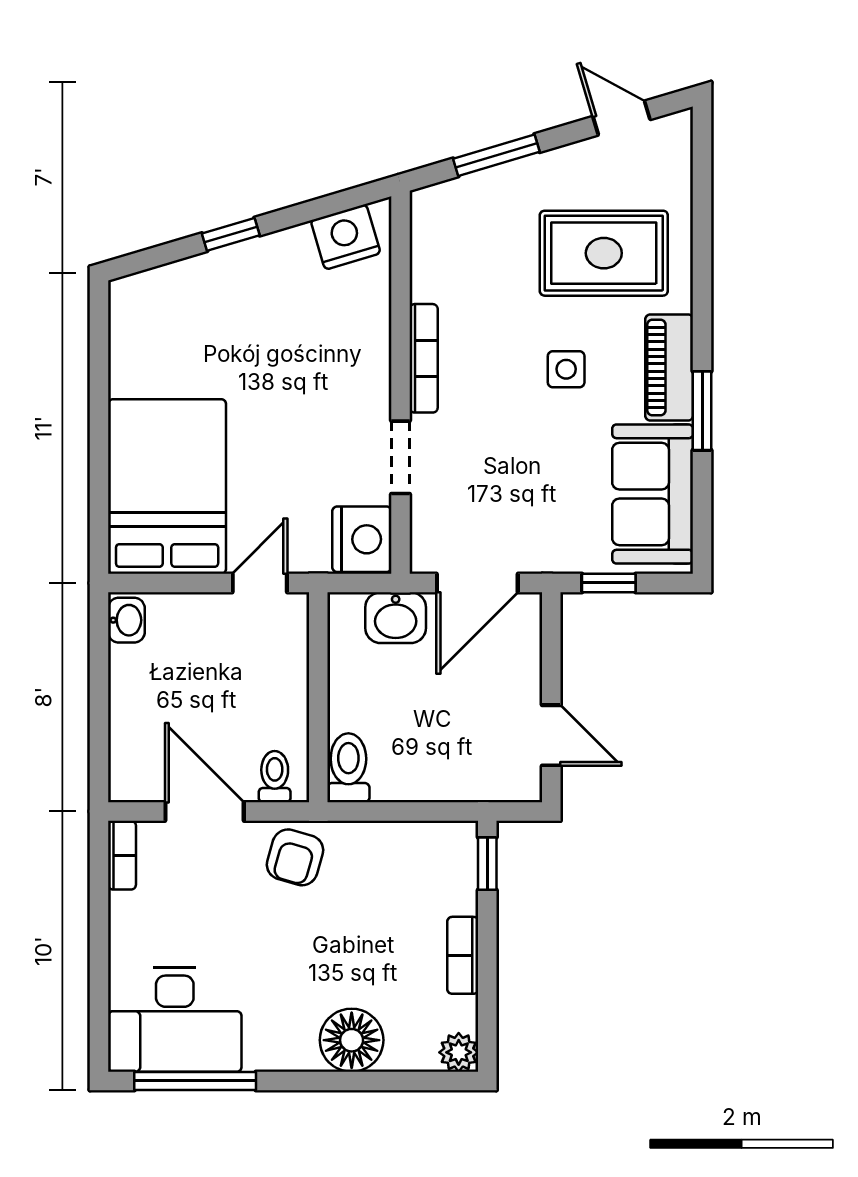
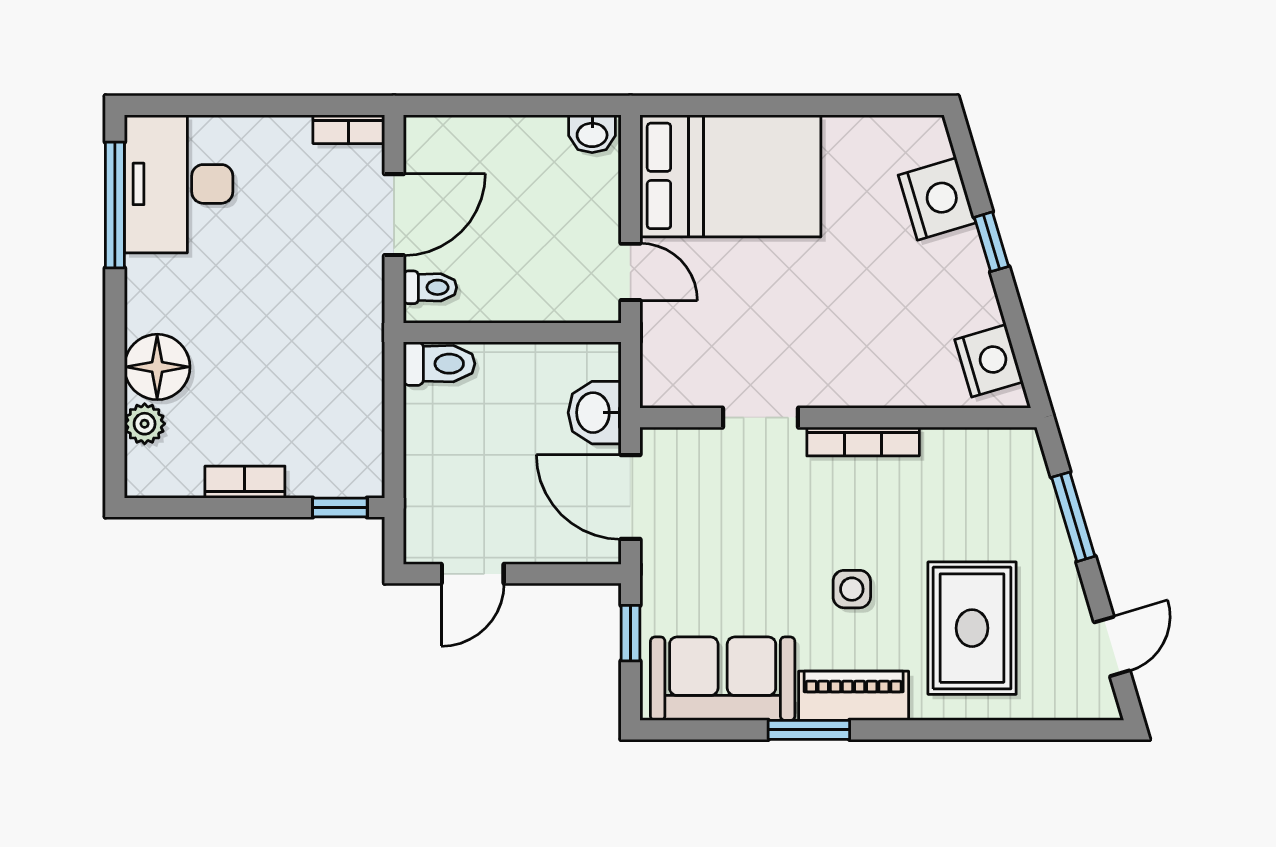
nightstand: (362, 539) -> (937, 199), moved, turned -107
armchair: (295, 857) -> (346, 308), removed
plant: (459, 1052) -> (145, 424), moved

